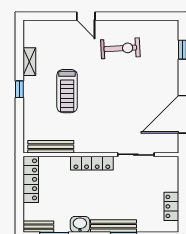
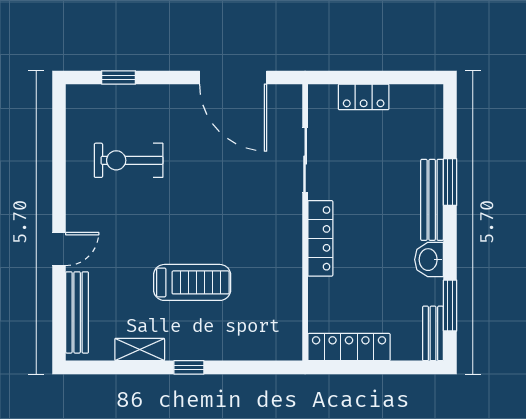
exercise bike: (120, 48) -> (129, 160), moved, turned -87
bench: (51, 147) -> (77, 312), moved
locker: (171, 206) -> (364, 97), moved

